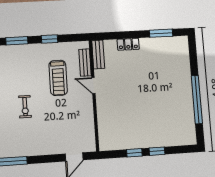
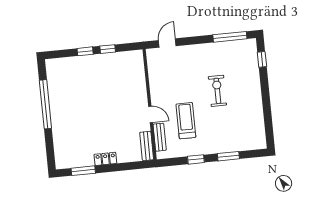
locker: (128, 44) -> (105, 159), moved
exercise bike: (25, 107) -> (217, 91), width x1.38, depth x1.39

